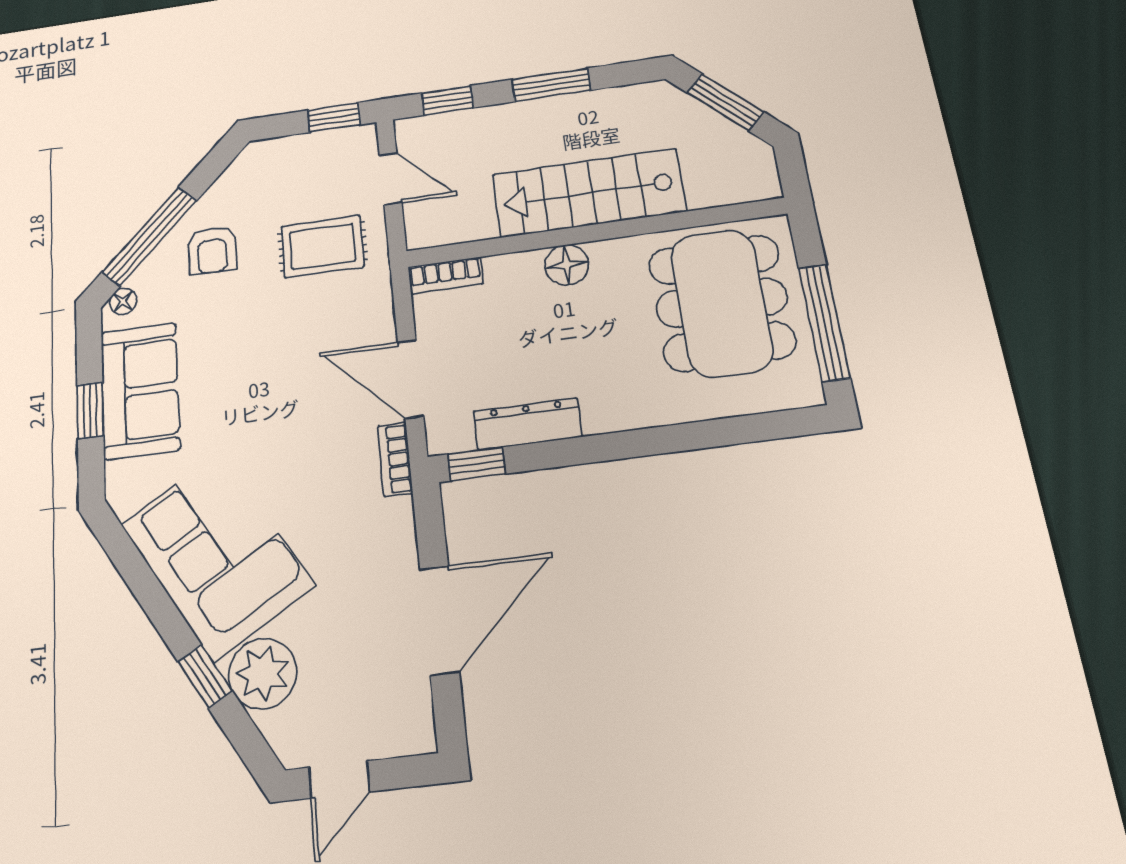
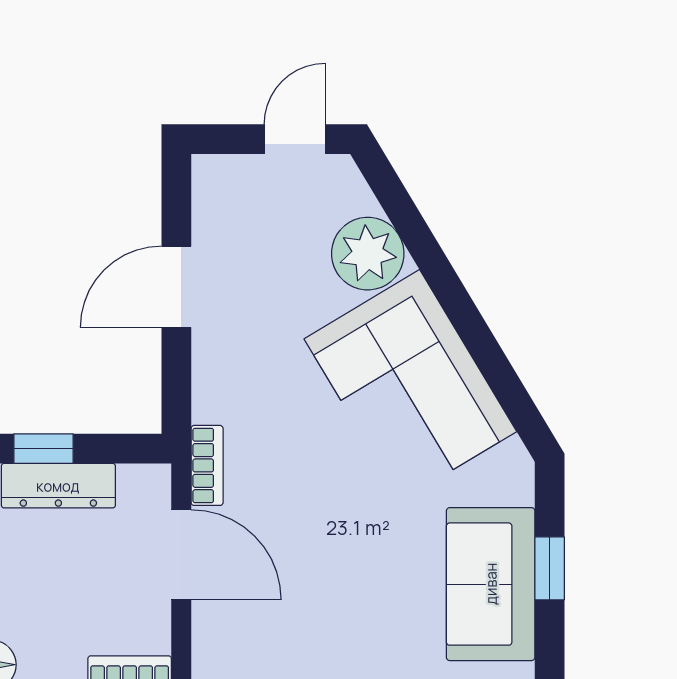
window: (477, 464) -> (43, 449), moved
door: (439, 620) -> (176, 287), width x0.73
window: (205, 676) -> (430, 258), removed

